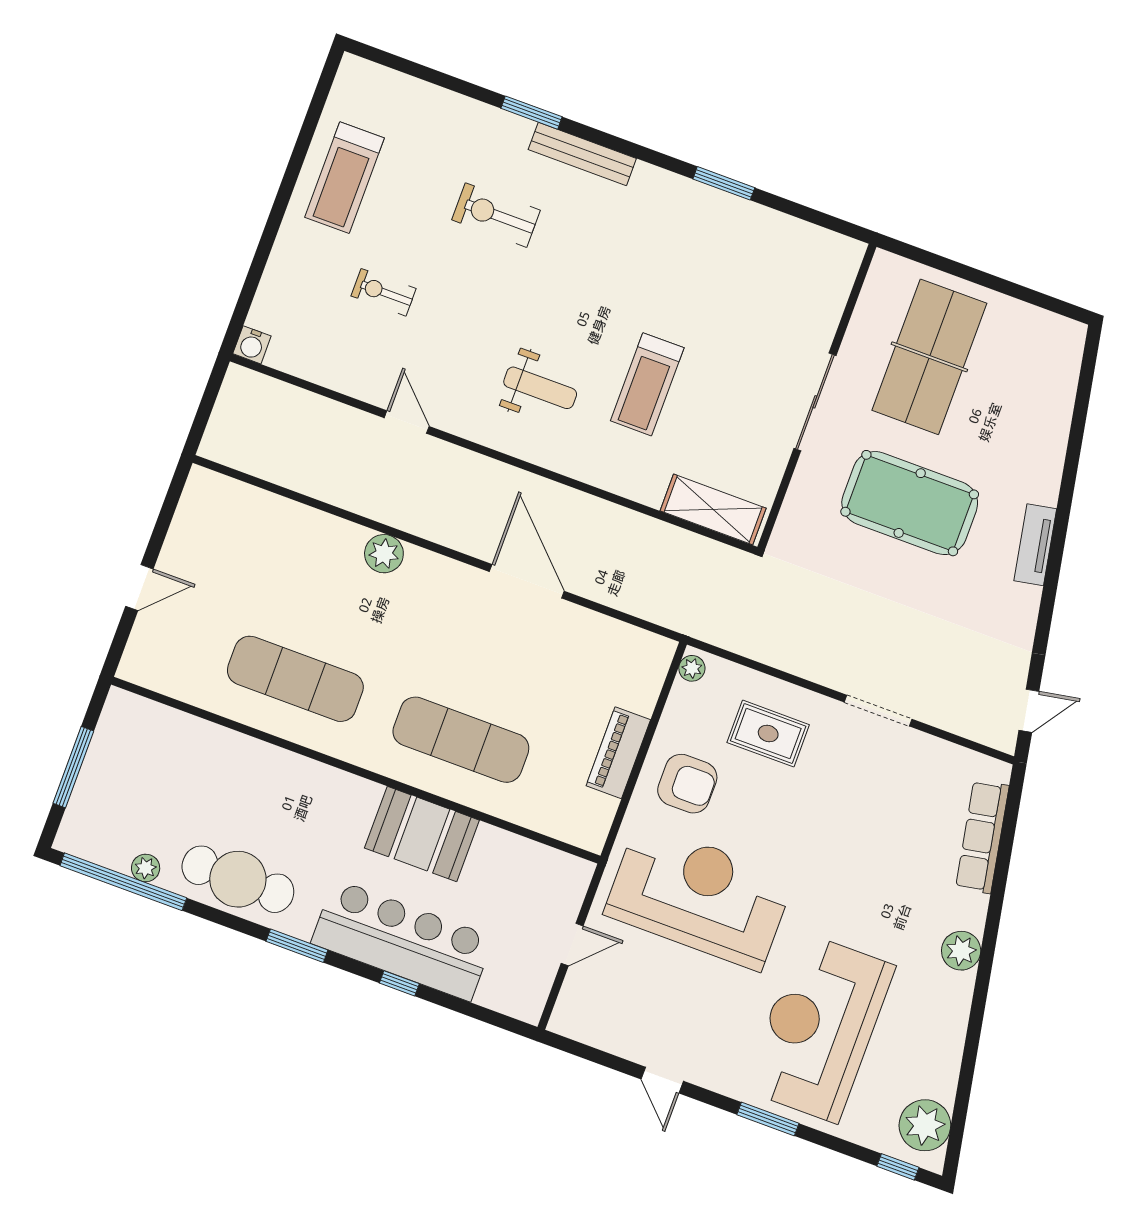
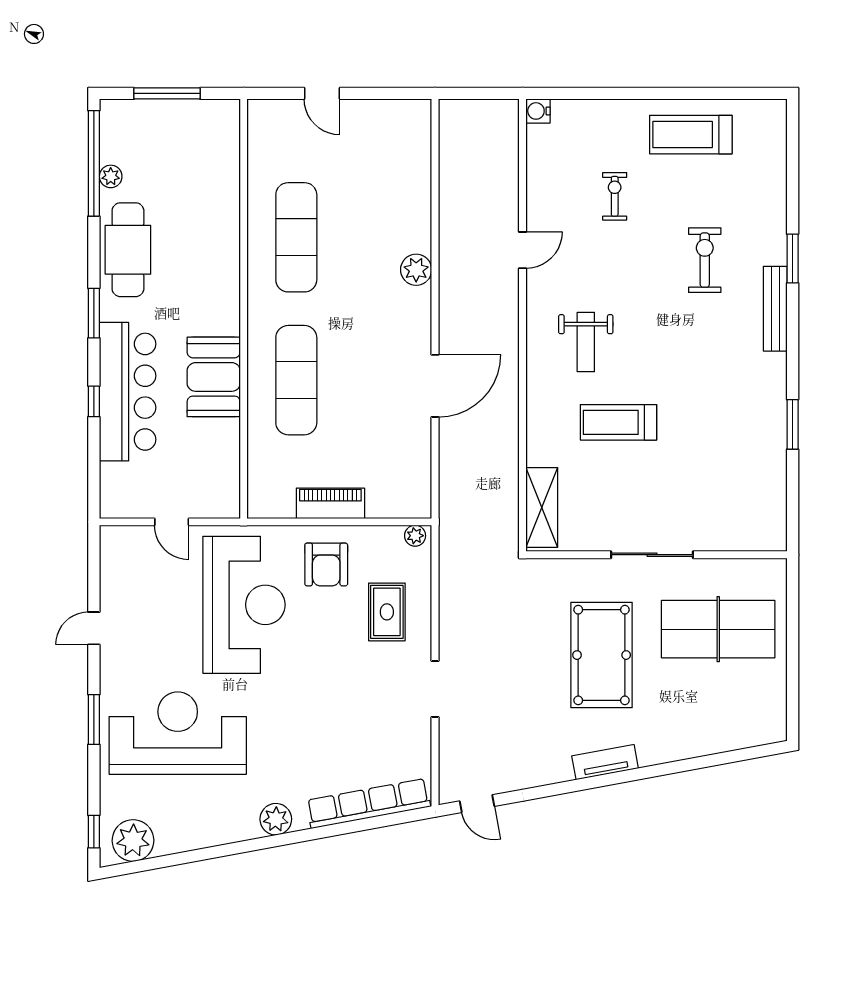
row of seats: (982, 837) -> (368, 803), width x1.36

